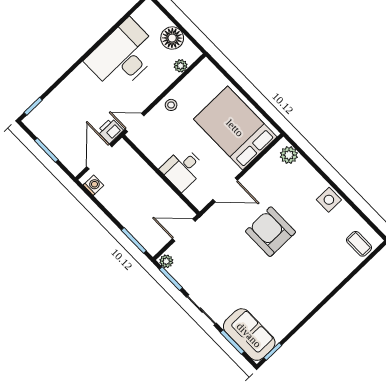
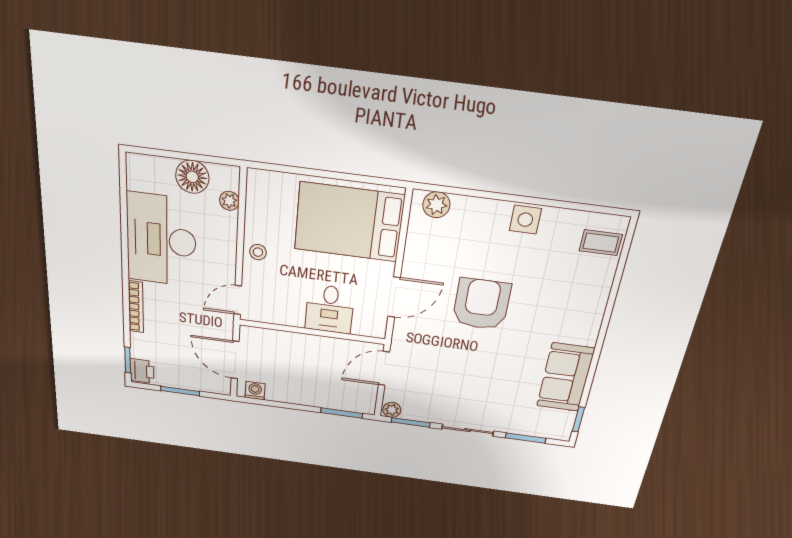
bookcase: (71, 80) -> (136, 307), added
printer: (110, 131) -> (142, 371), moved, turned 180
armchair: (270, 232) -> (482, 304), turned 90
sofa: (249, 335) -> (565, 377), moved, turned -90

